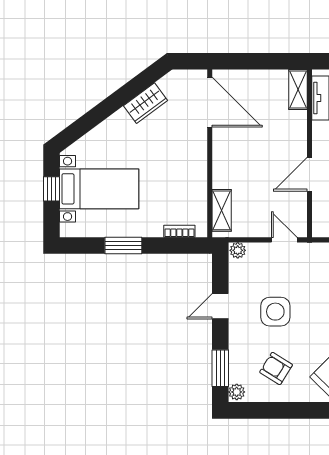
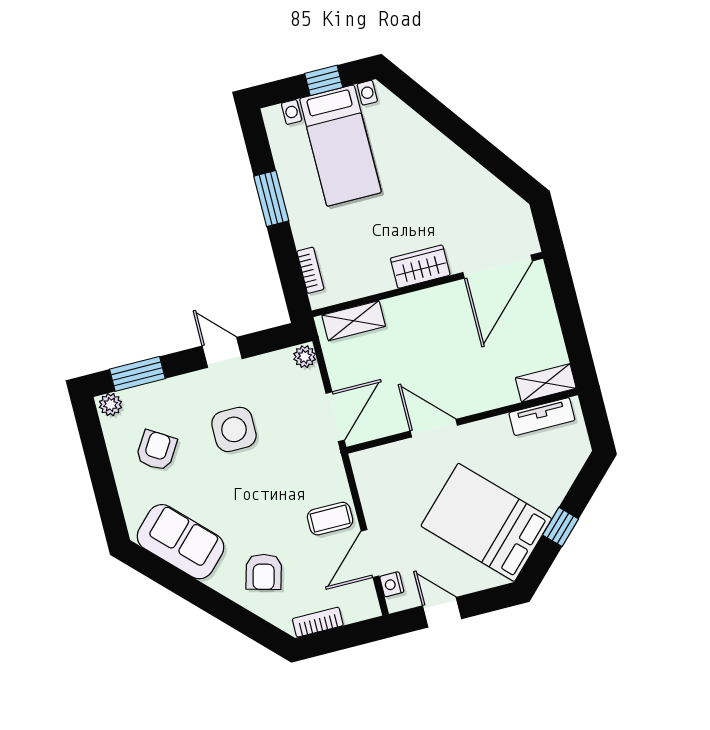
wardrobe: (146, 103) -> (420, 267), moved, turned 127
door: (284, 240) -> (335, 417), width x1.37

